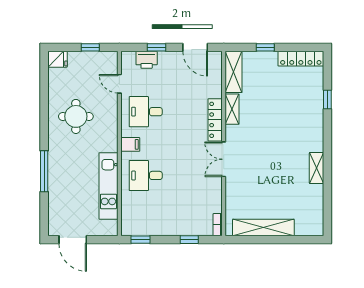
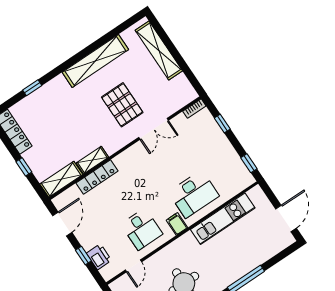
locker: (215, 120) -> (97, 177), moved
double door: (224, 159) -> (154, 129), moved
pallet: (262, 166) -> (122, 105), added
shelving: (317, 168) -> (95, 61), width x2.20, depth x1.33
desk: (146, 175) -> (194, 194), width x1.37
shelving: (263, 228) -> (159, 50), moved

